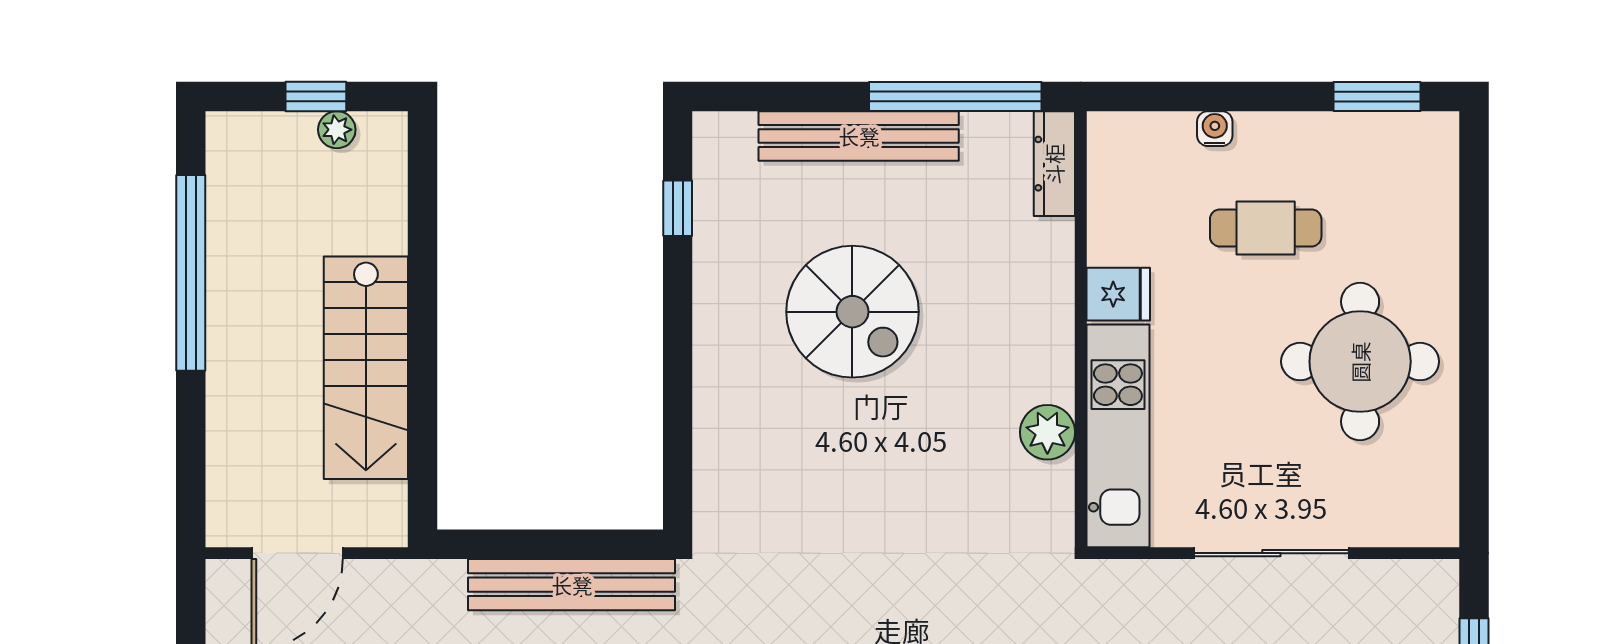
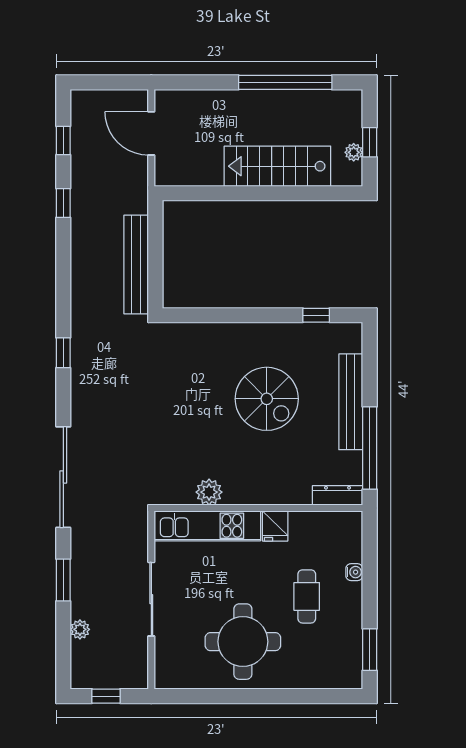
spiral stairs: (852, 312) -> (267, 399), turned -90
stairs: (366, 368) -> (277, 166), moved

